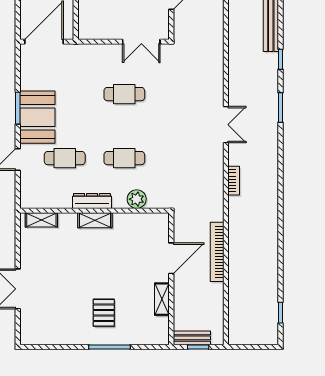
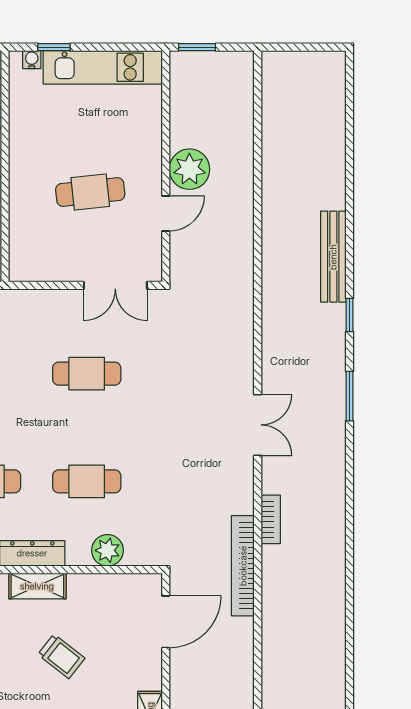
bookcase: (217, 252) -> (243, 566), moved
door: (171, 258) -> (166, 622), moved
trolley: (109, 262) -> (61, 656), added

